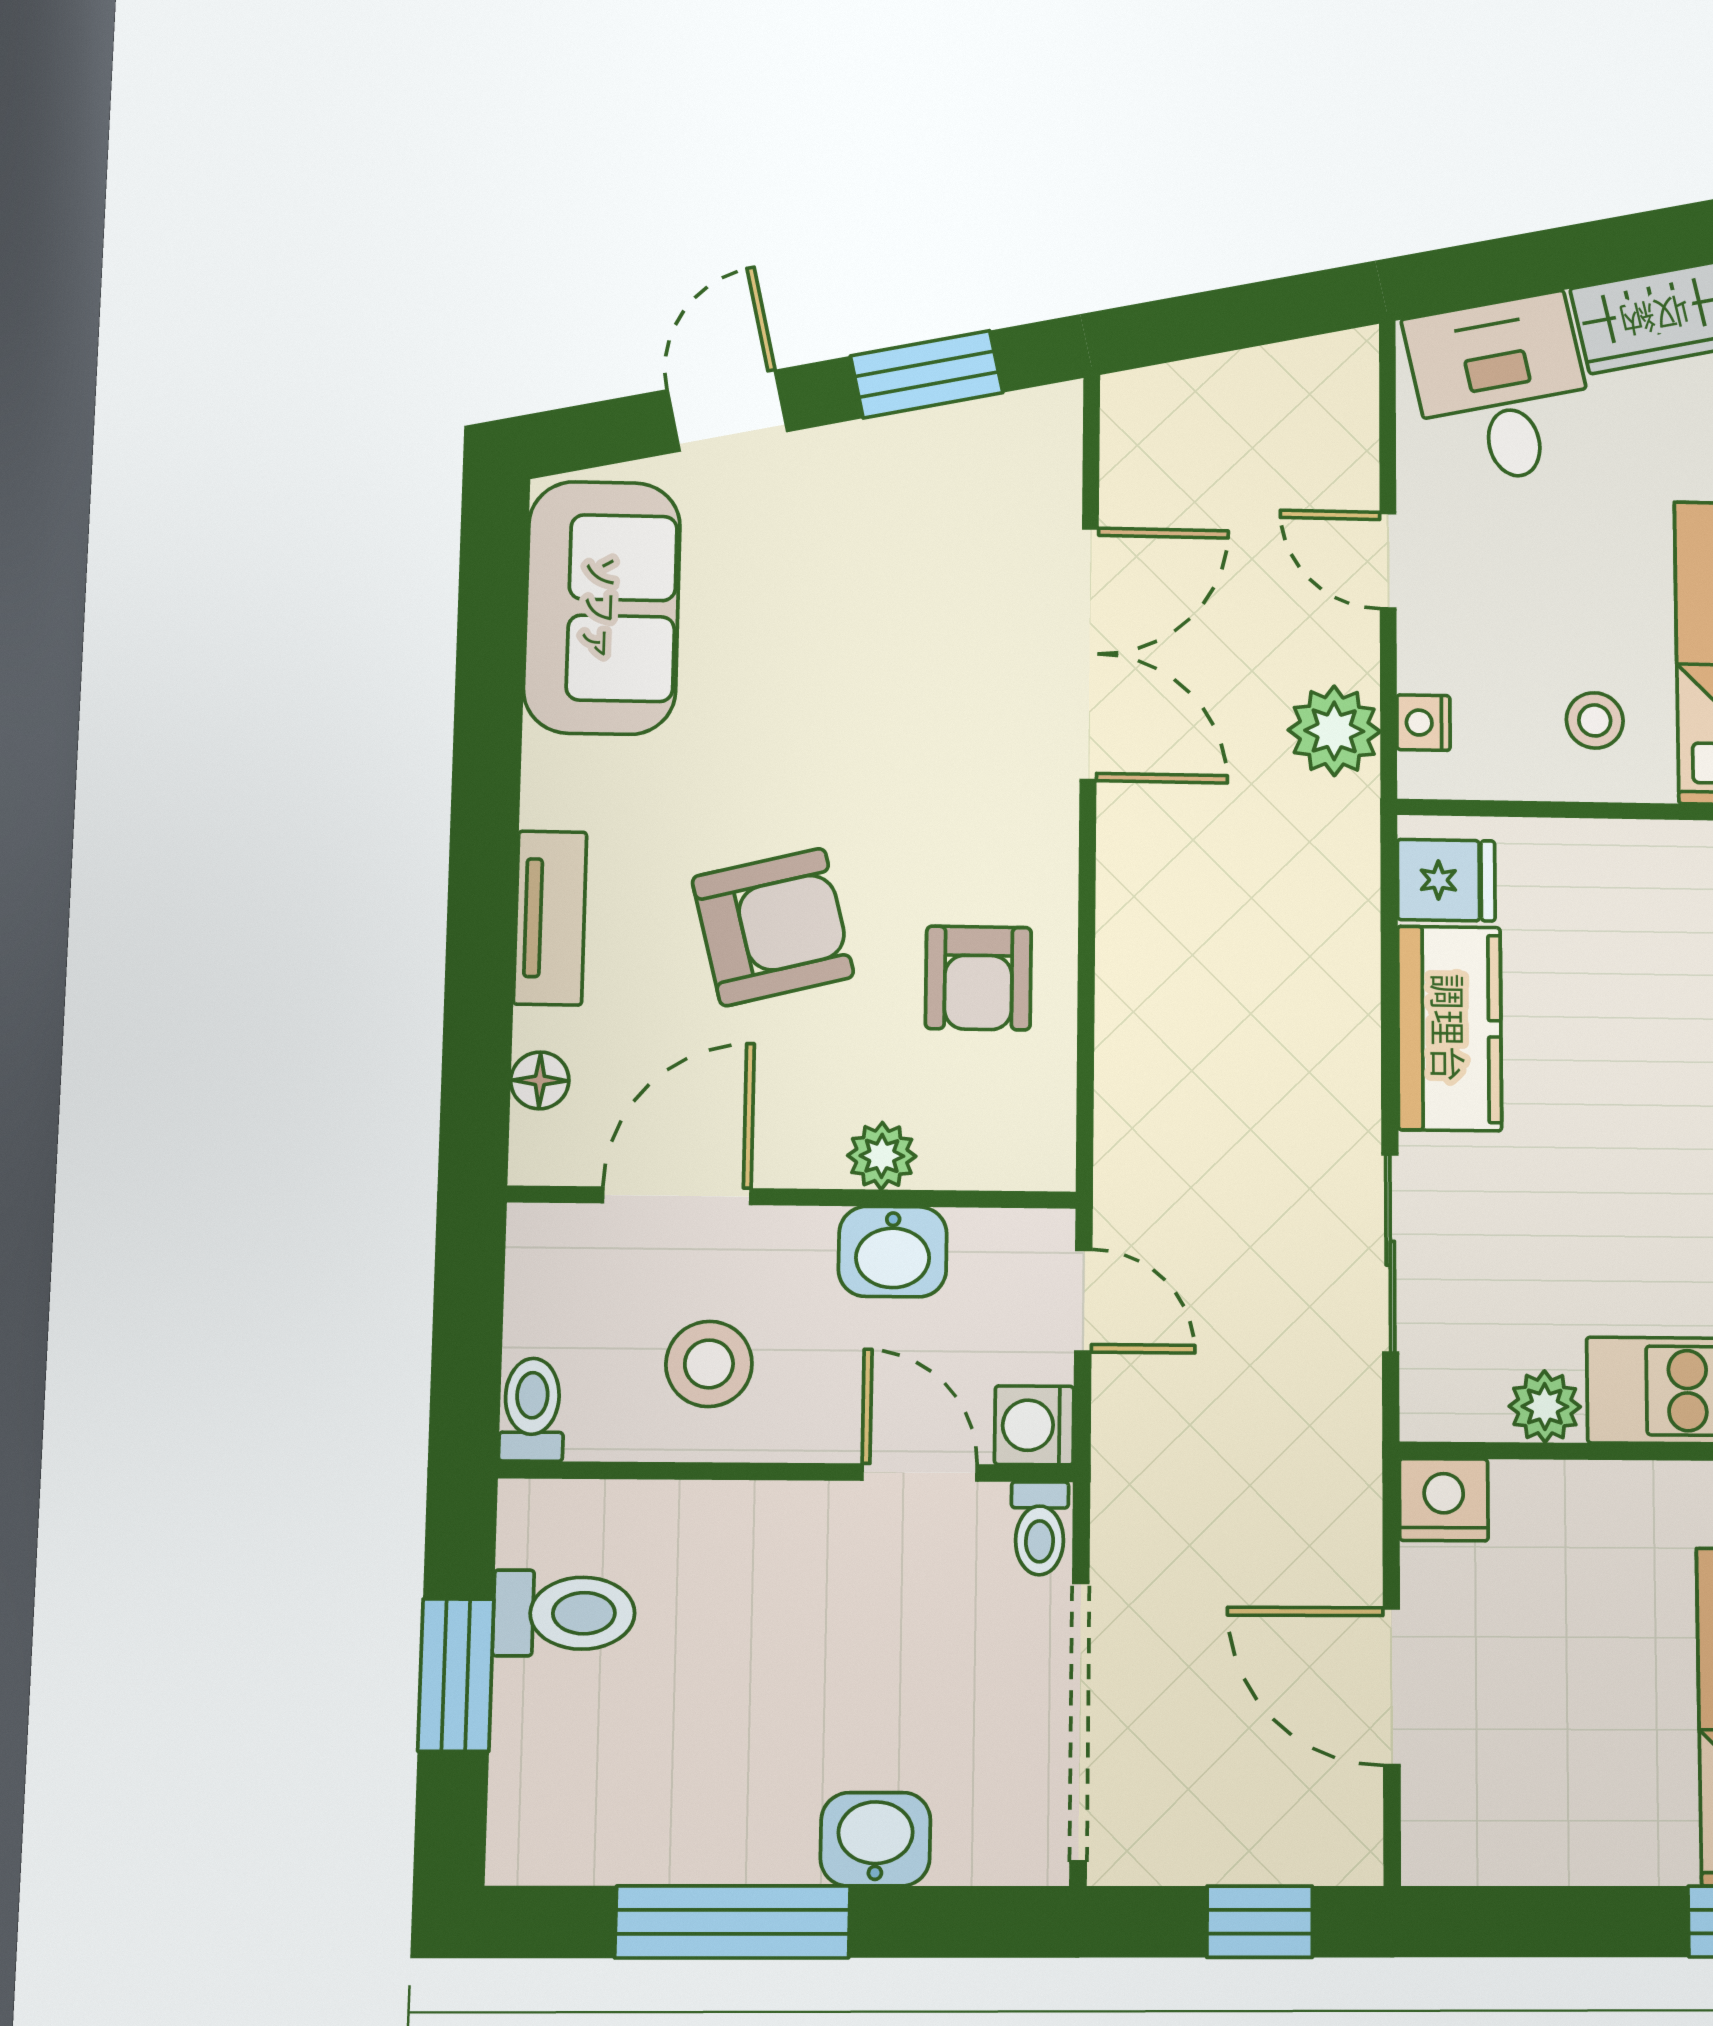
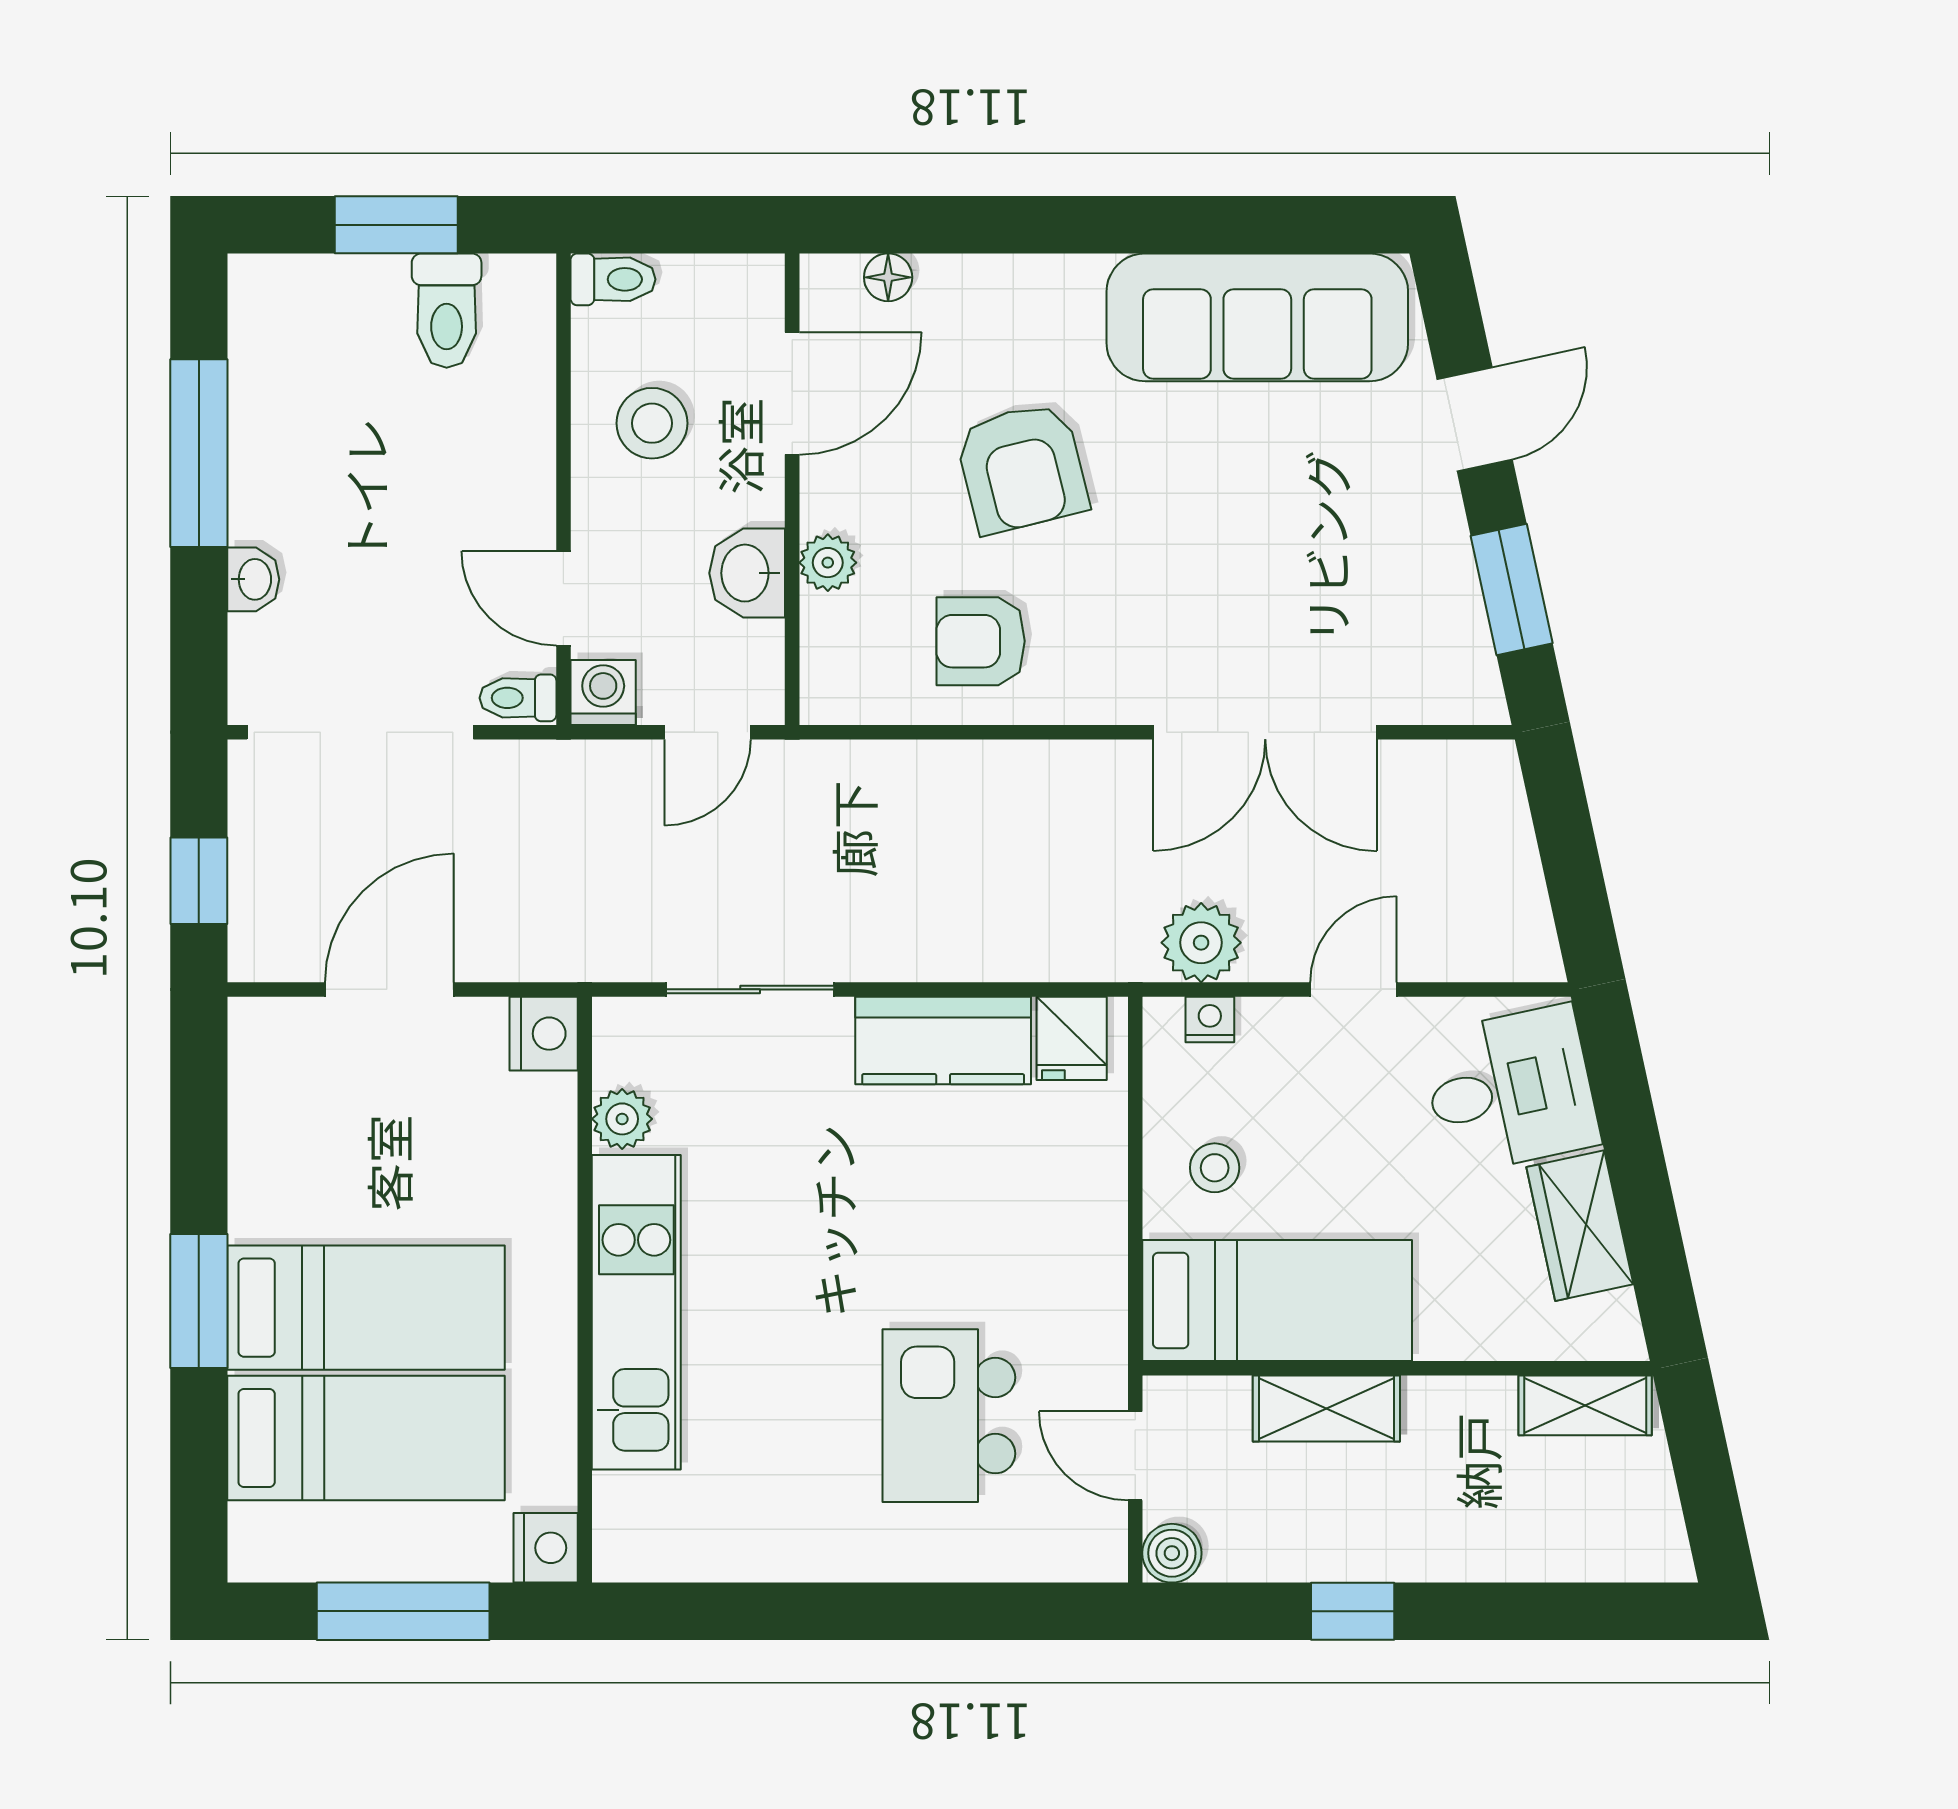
door: (727, 411) -> (1475, 419), hinge flipped
sofa: (602, 608) -> (1257, 317), width x1.36
tv unit: (550, 918) -> (1027, 282), removed
door: (677, 1196) -> (792, 393), hinge flipped
door: (920, 1472) -> (563, 598), swing flipped
washbasin: (875, 1839) -> (253, 579), width x0.72, depth x0.69

